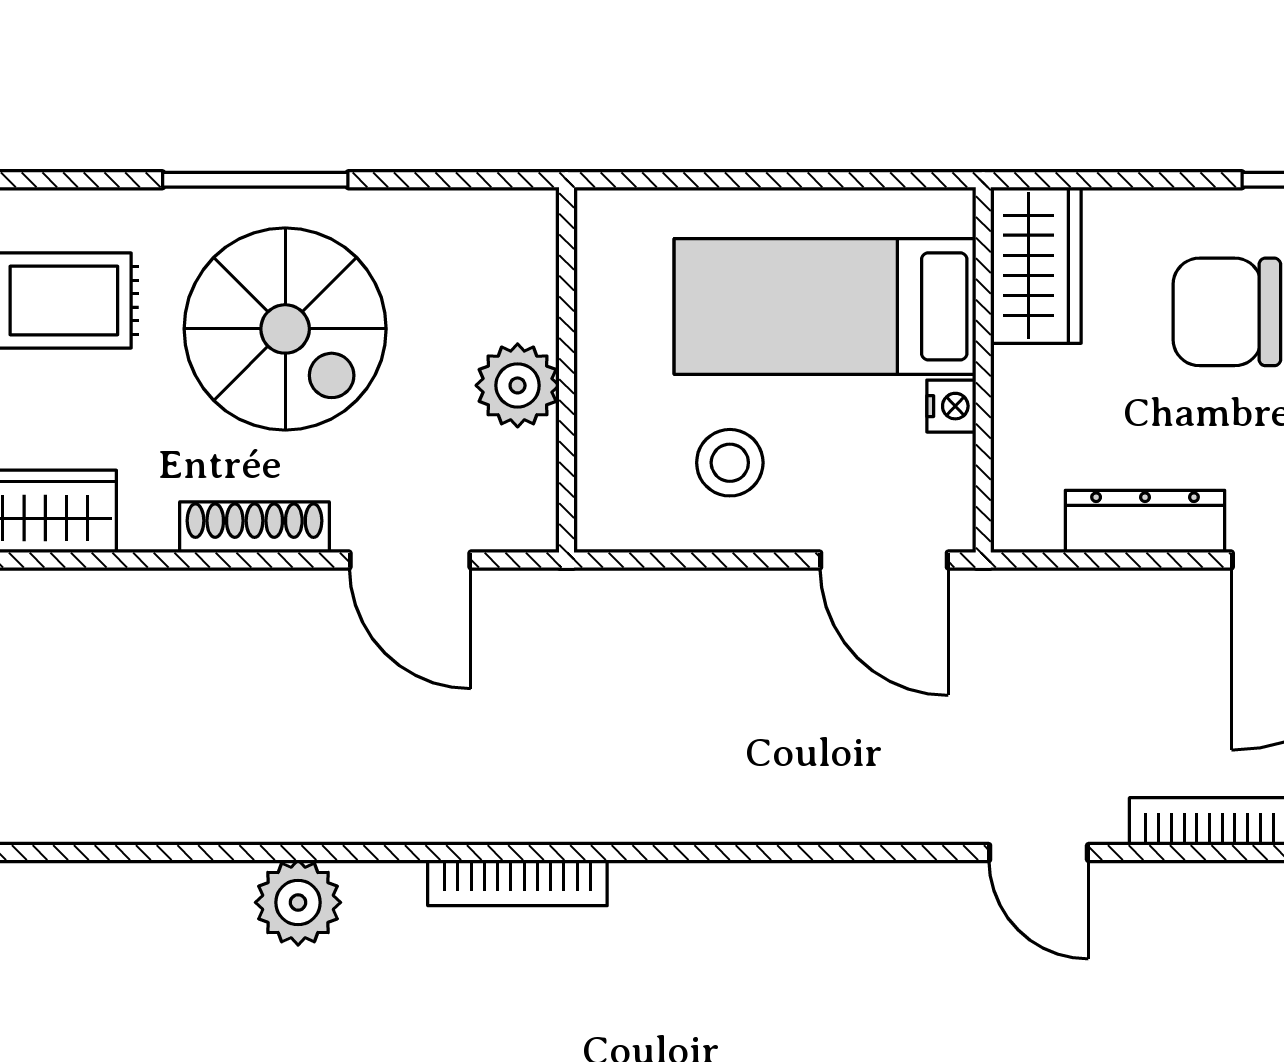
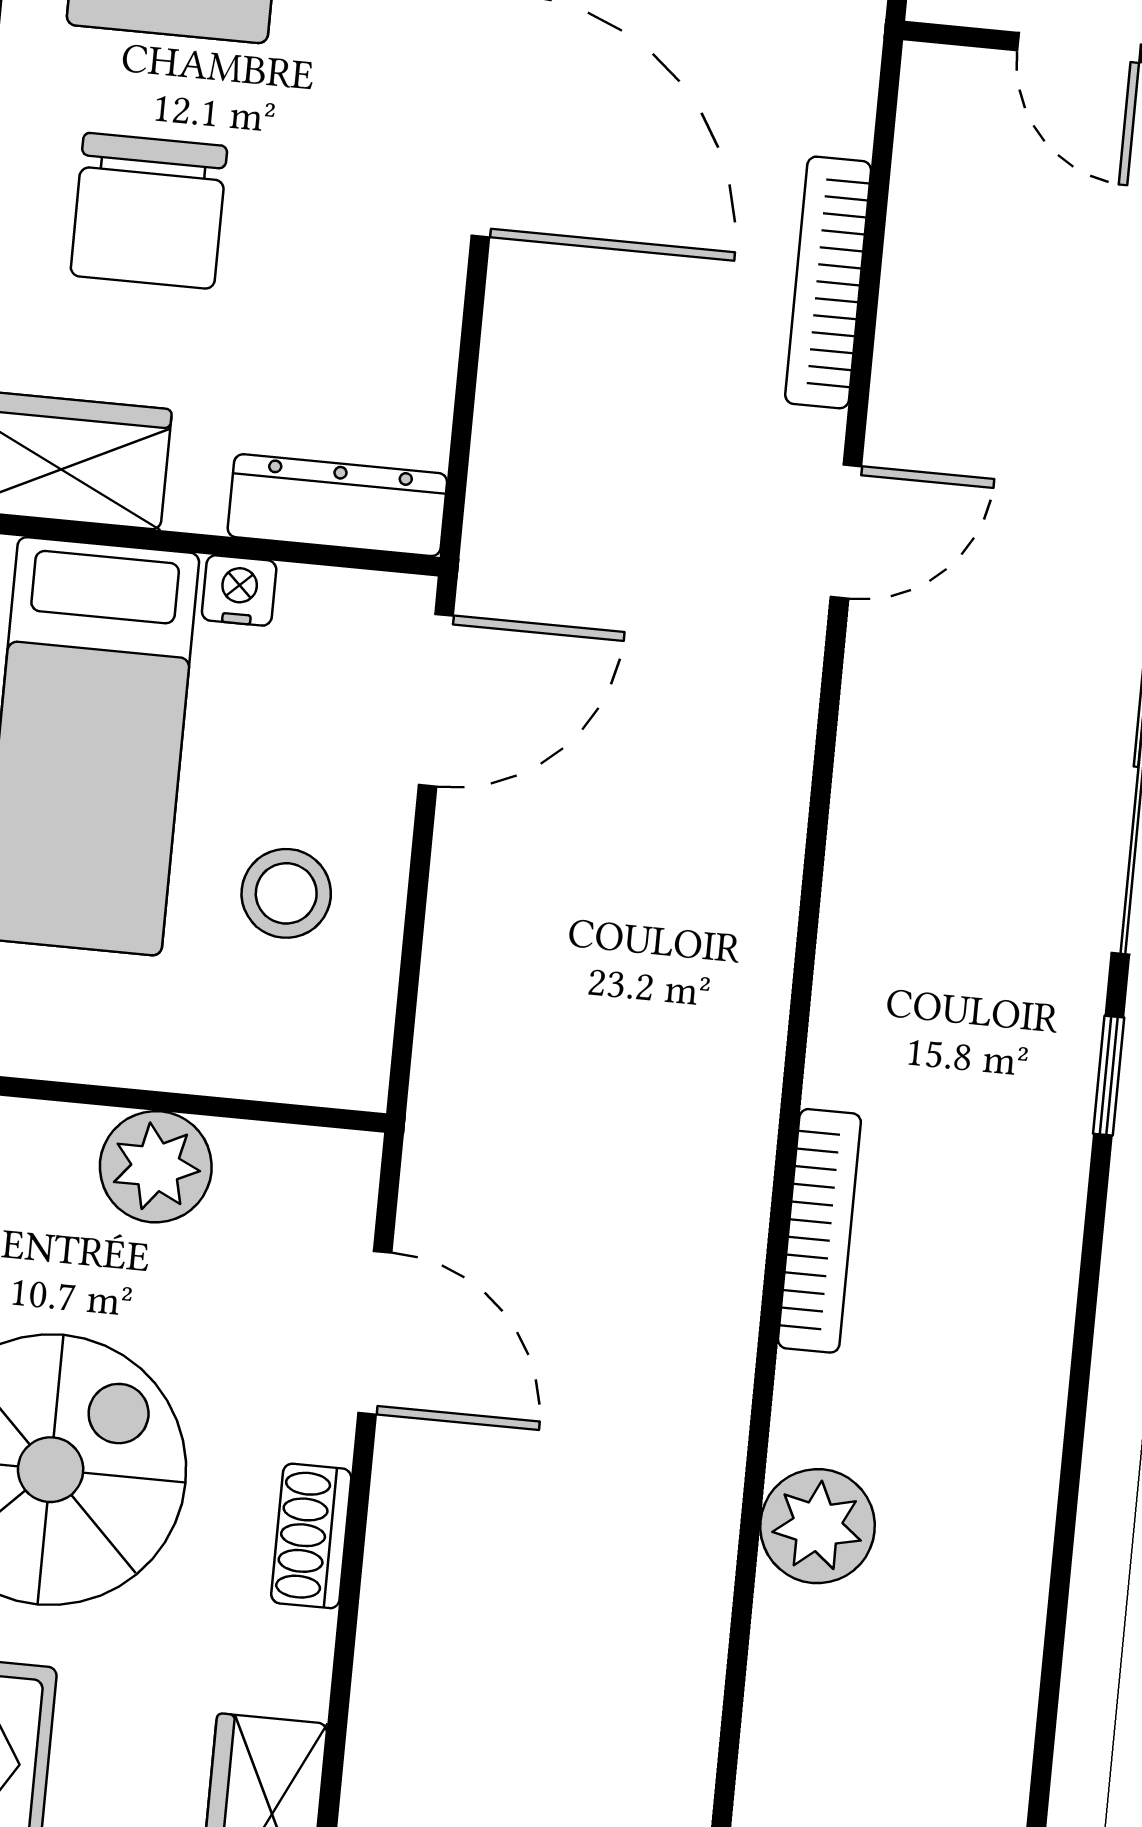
dresser: (1145, 521) -> (337, 505), moved, turned 90
shoe rack: (255, 527) -> (311, 1536), width x0.70
door: (410, 560) -> (375, 1333), hinge flipped

